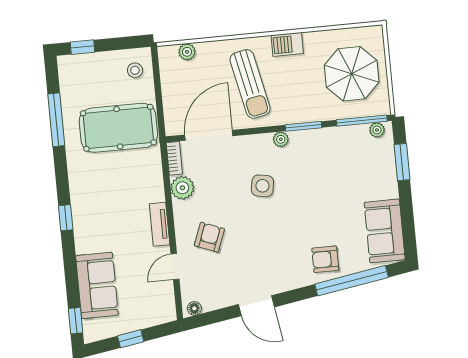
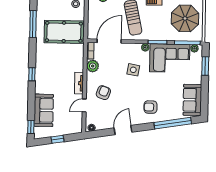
corner sofa: (331, 155) -> (170, 58), added
armchair: (325, 259) -> (151, 107), moved
door: (256, 306) -> (123, 130), swing flipped

